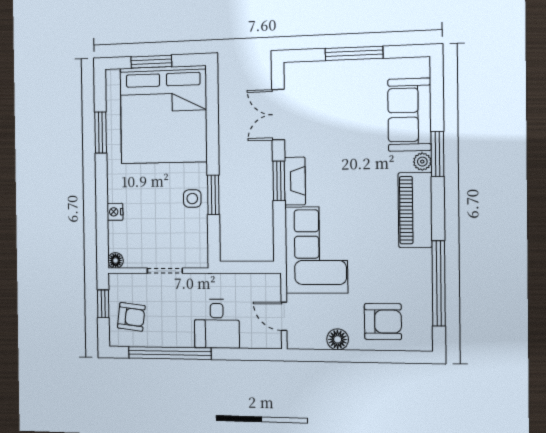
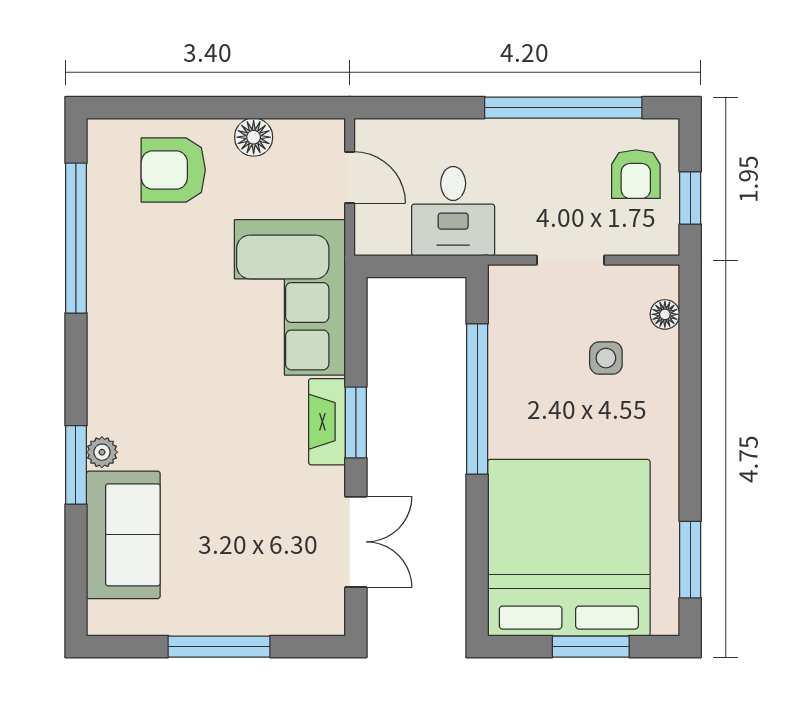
window: (101, 132) -> (690, 560), moved
window: (213, 195) -> (477, 399), width x2.11
side table: (192, 199) -> (606, 358), moved
piano: (415, 210) -> (115, 367), removed
nightstand: (115, 212) -> (665, 370), removed
floor lamp: (115, 261) -> (665, 314), moved
armchair: (131, 317) -> (636, 174), turned -97
desk: (217, 324) -> (453, 211), moved, turned 180

